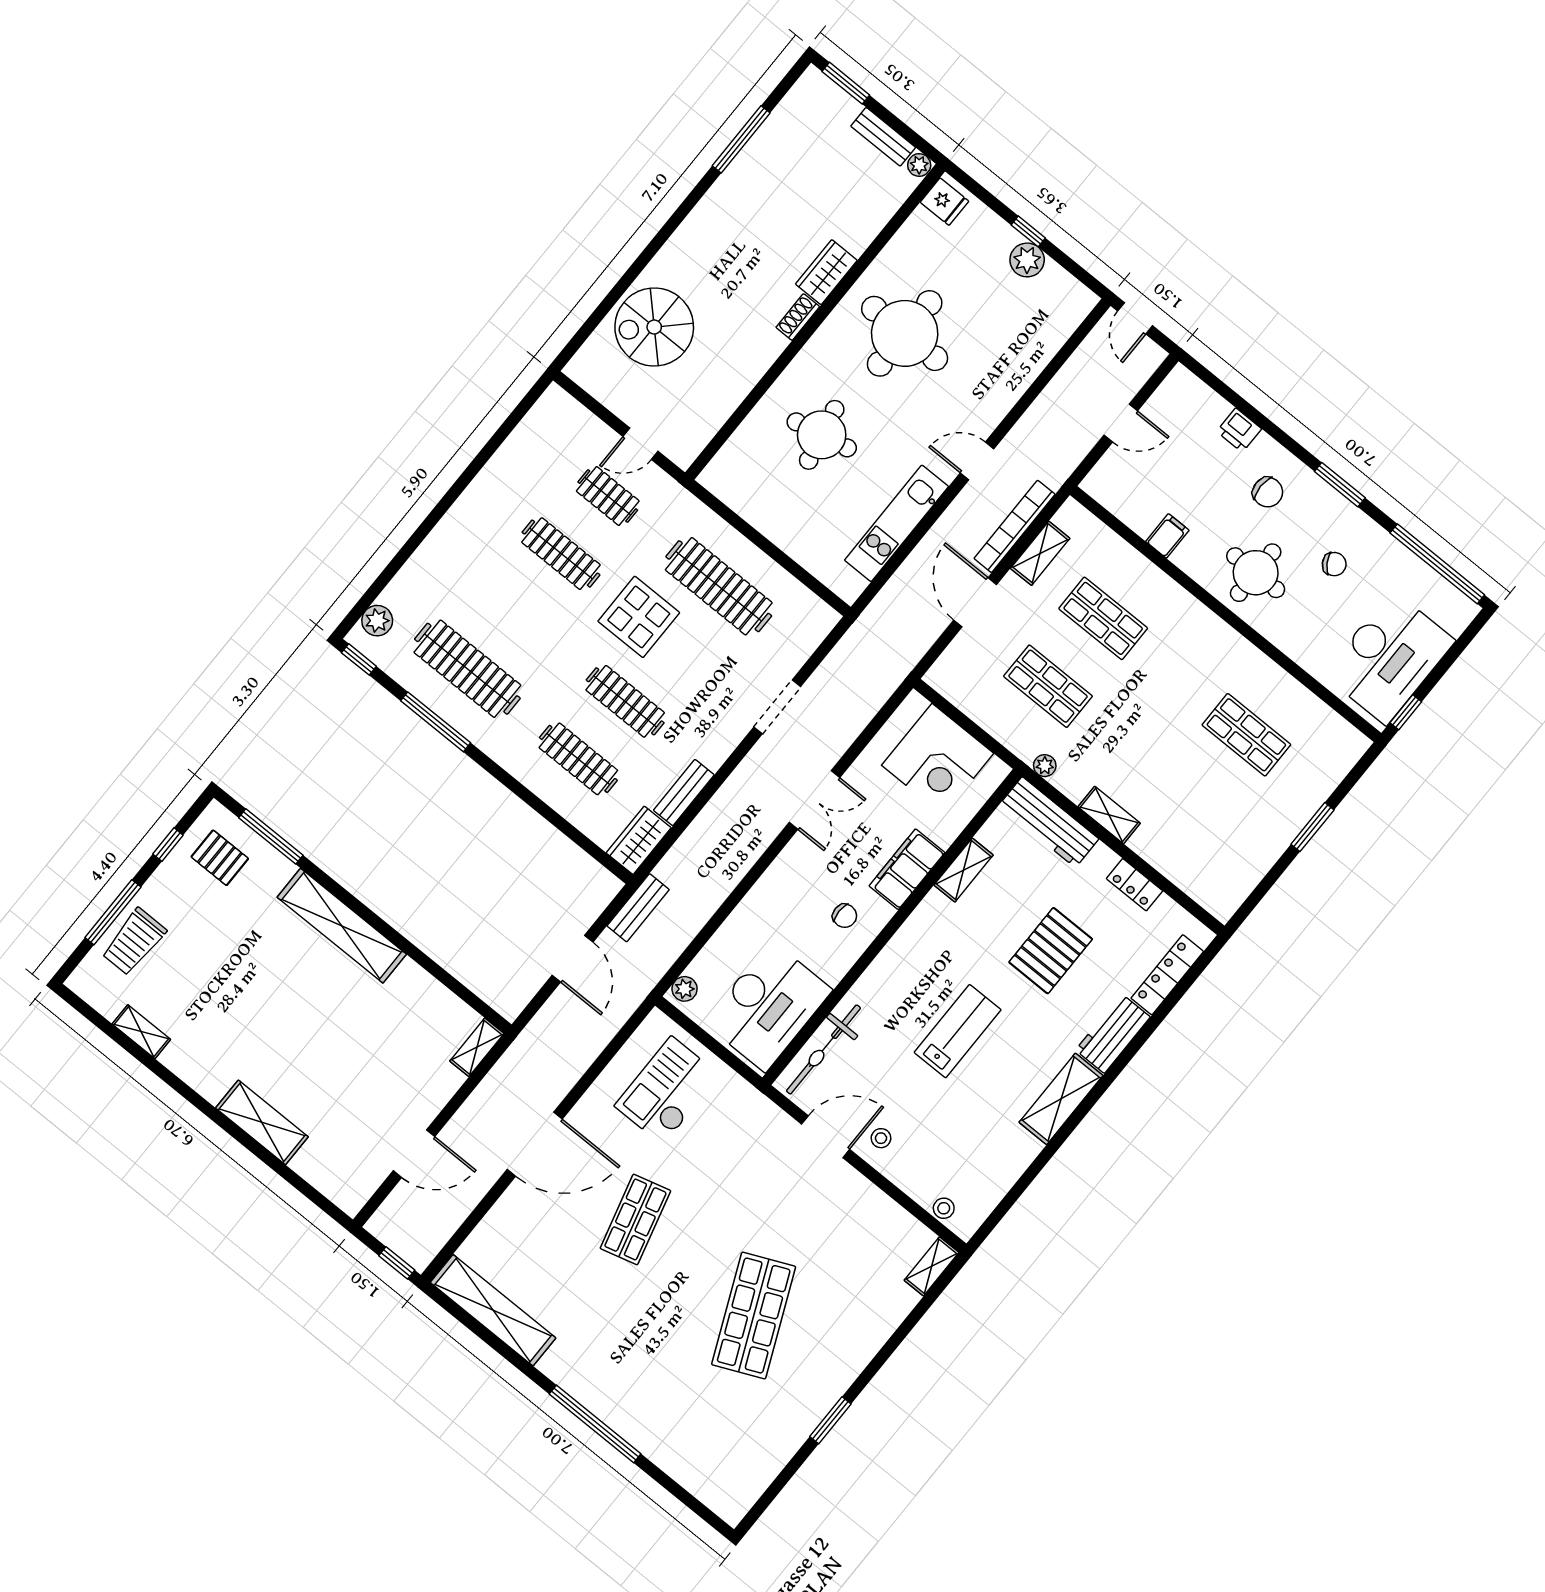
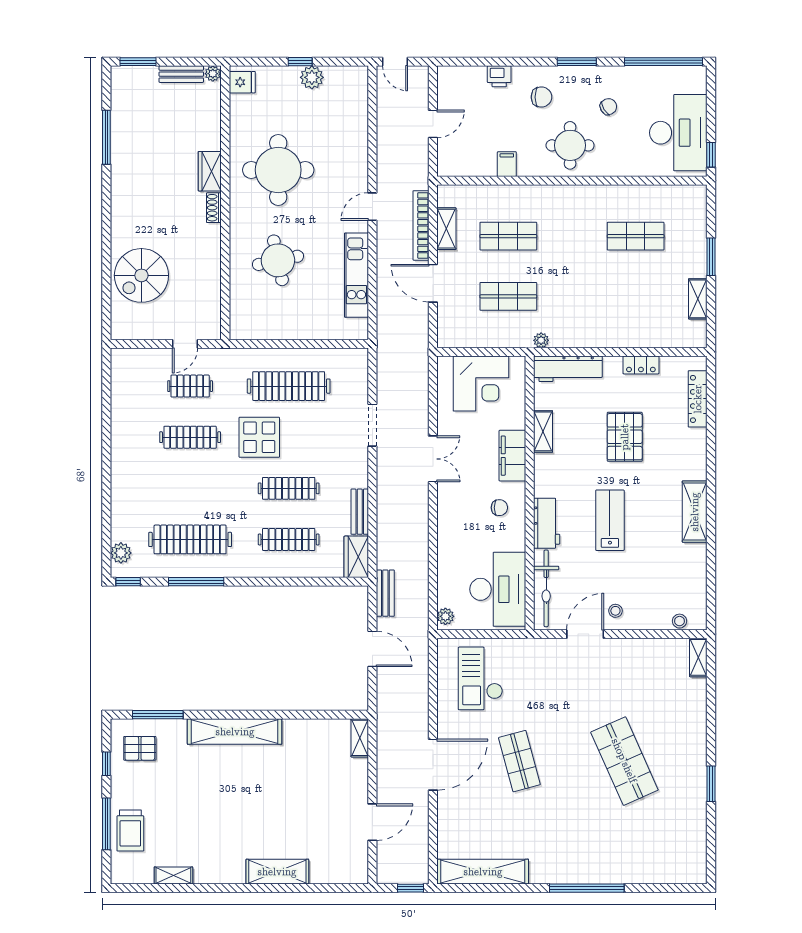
shelving: (1109, 815) -> (698, 299), moved, turned 90
workbench: (1113, 1033) -> (547, 523), moved, turned 180

